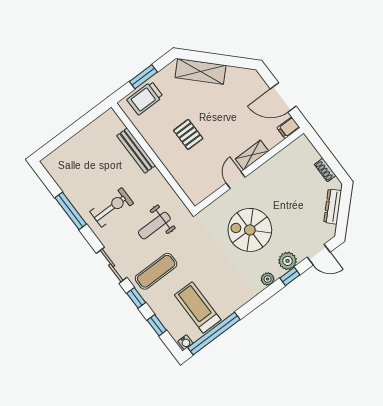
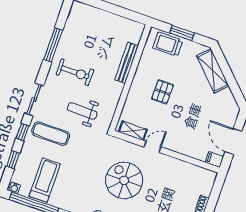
shelving: (252, 155) -> (133, 131), moved

